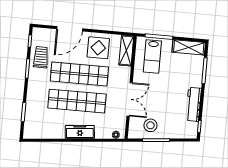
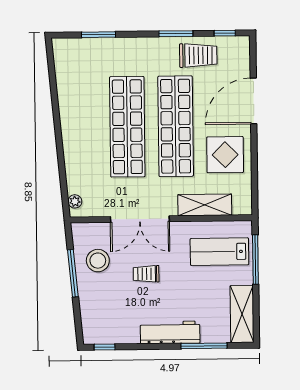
door: (70, 29) -> (254, 101), hinge flipped
shelving: (126, 51) -> (205, 205), moved
trolley: (161, 99) -> (146, 274), added
workbench: (194, 104) -> (170, 332), moved
freezer: (80, 132) -> (73, 137), removed

